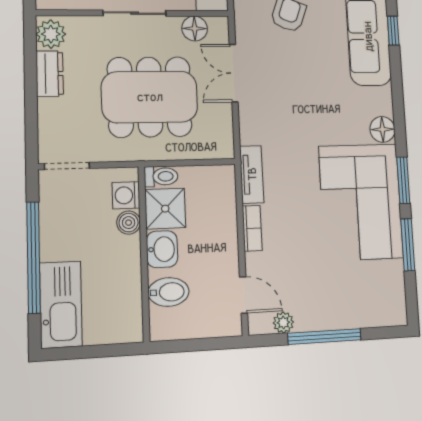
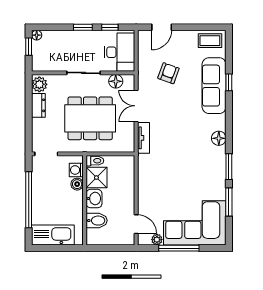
tv unit: (252, 174) -> (144, 138), moved
corner sofa: (361, 202) -> (195, 223), moved, turned 90
bookcase: (252, 228) -> (142, 190), removed
kitchen sink: (61, 305) -> (53, 235), moved, turned -90

